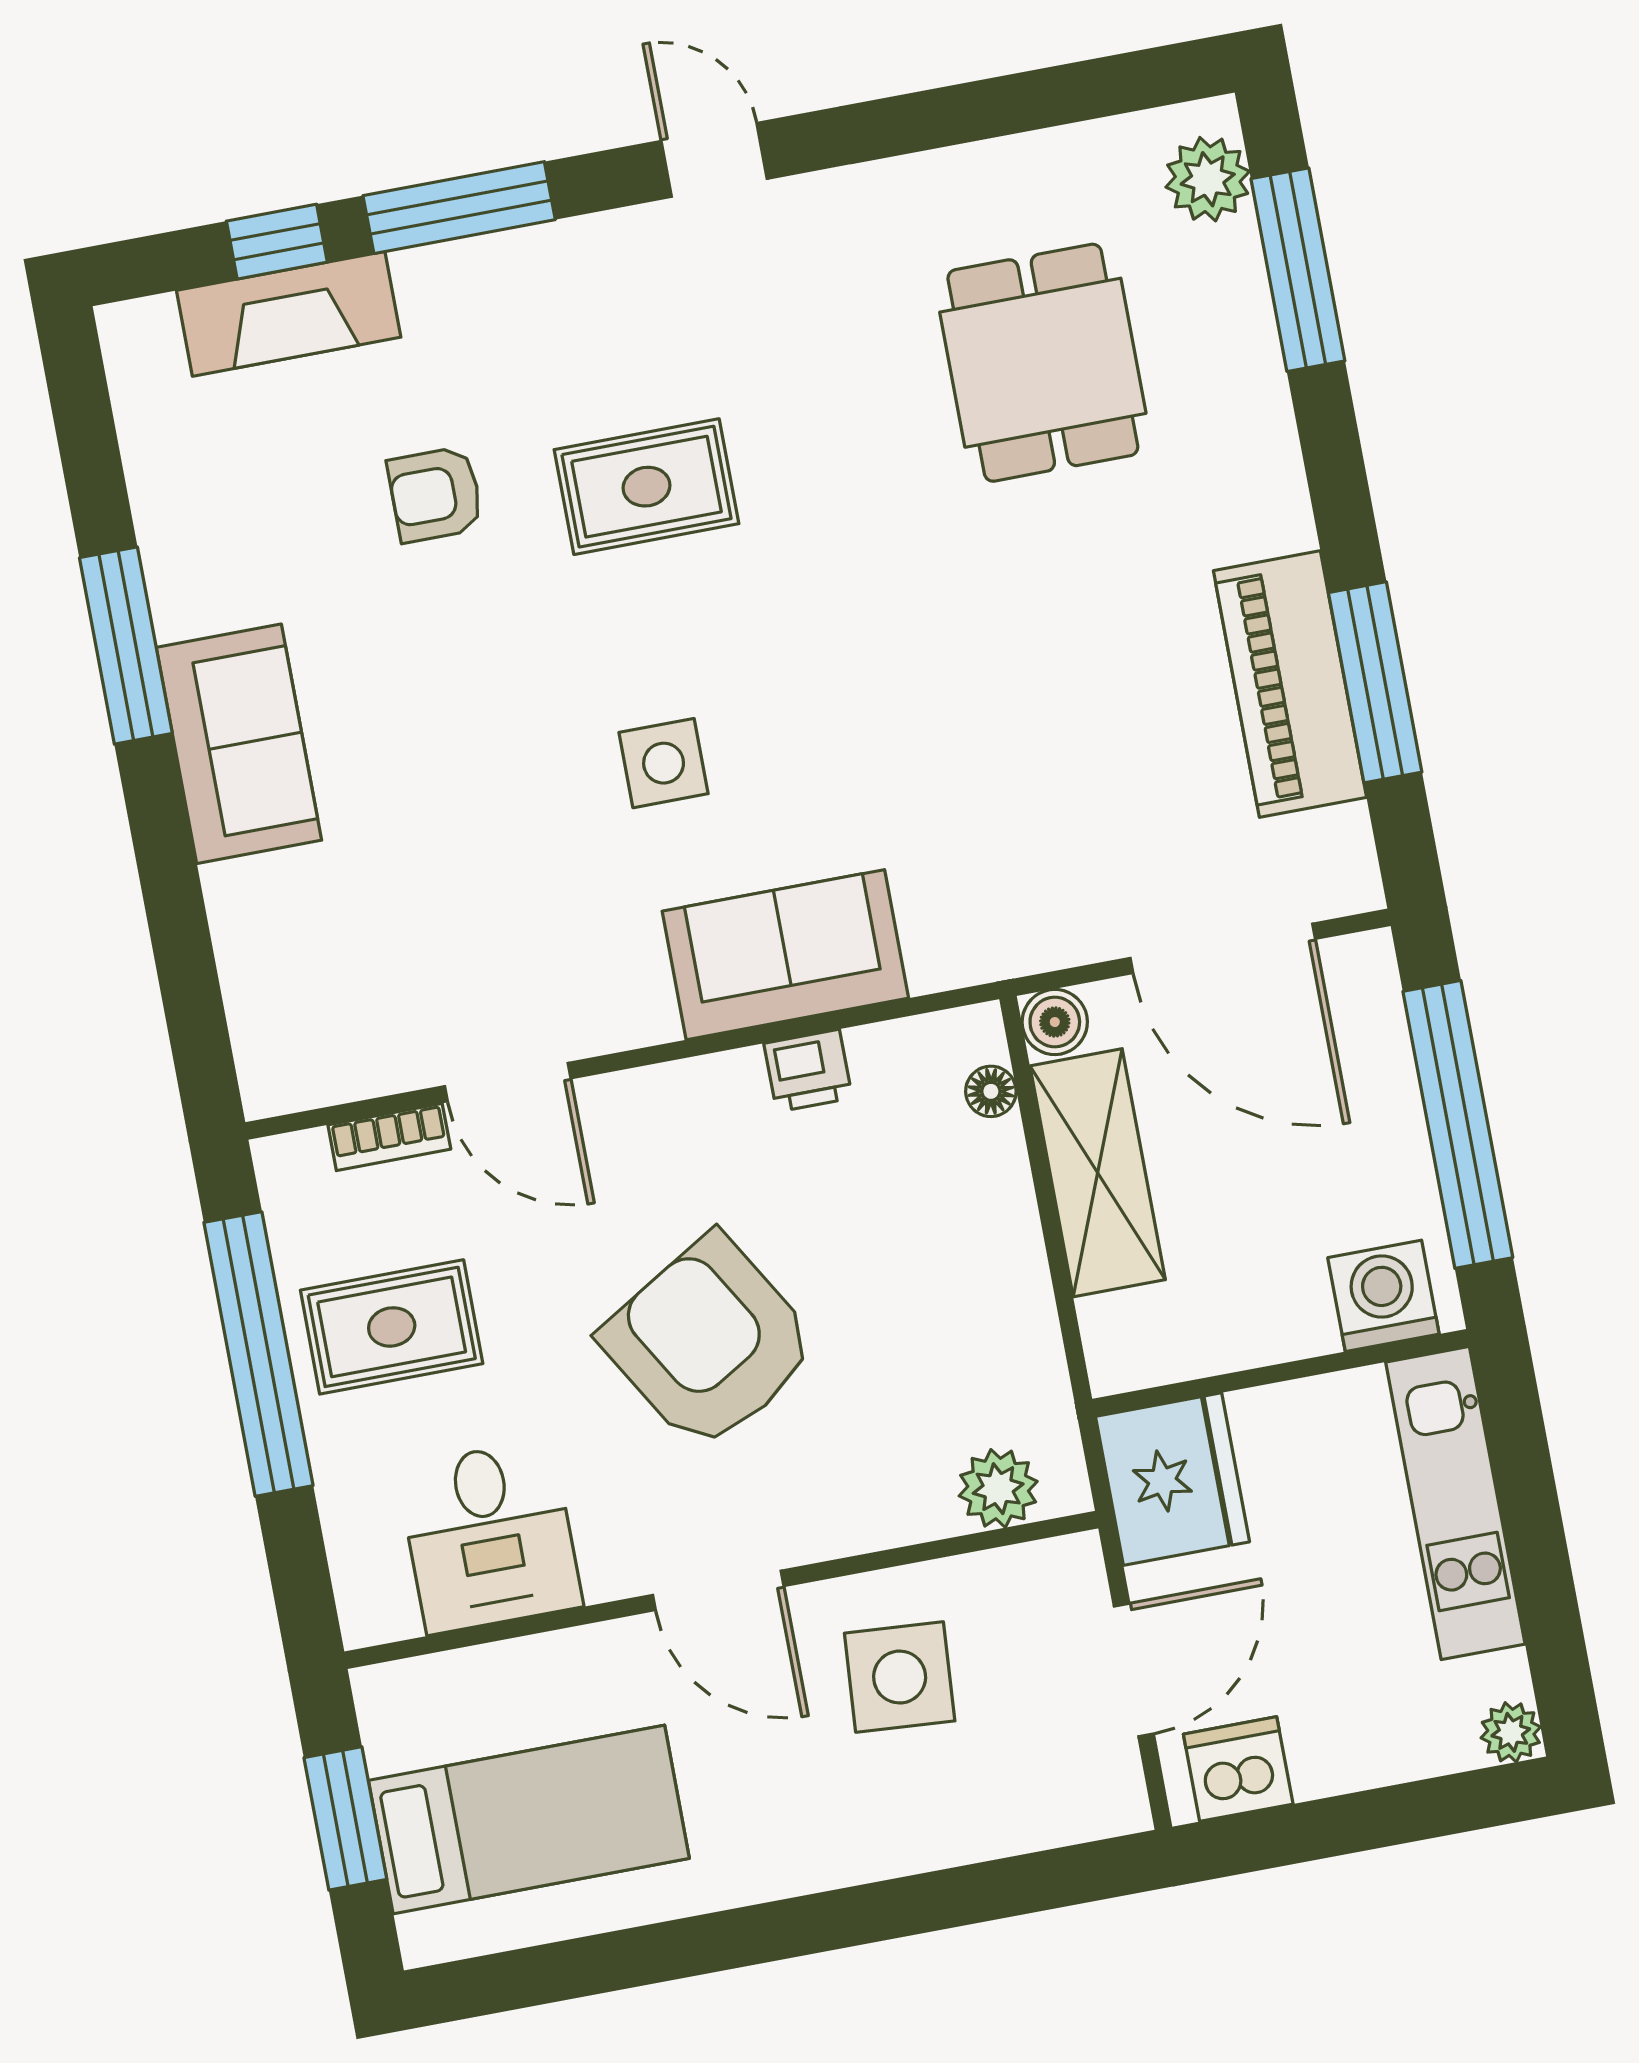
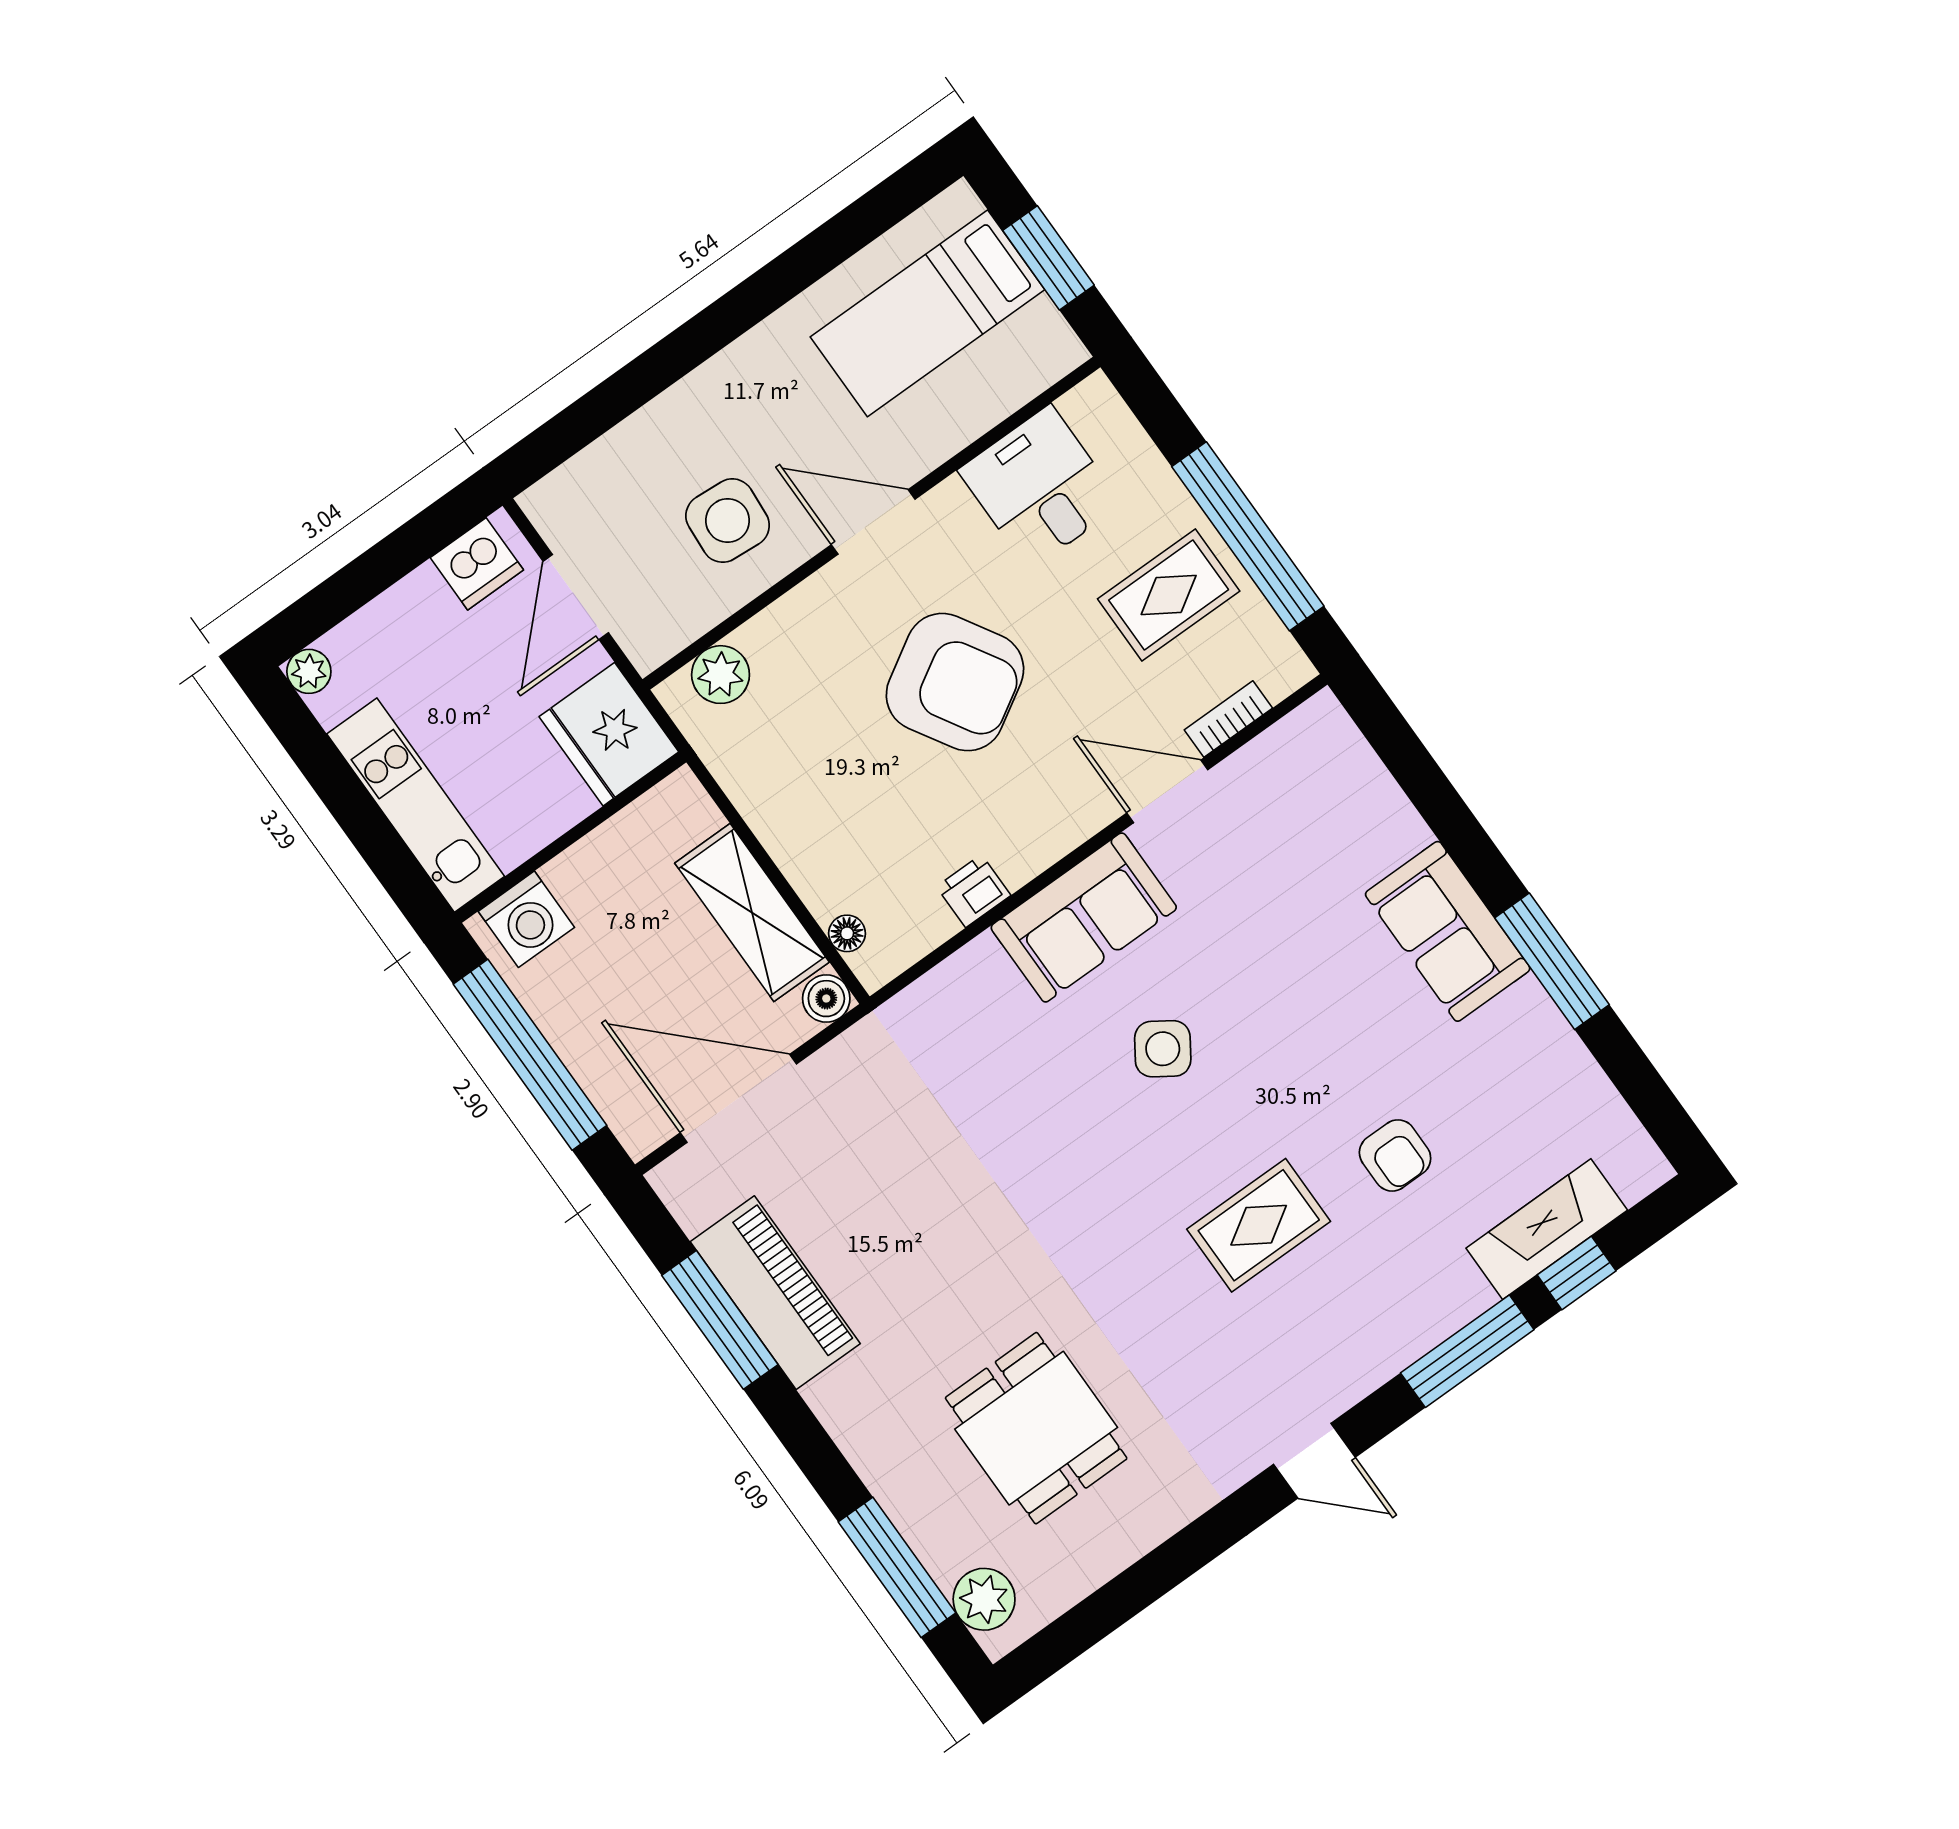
armchair: (435, 494) -> (1395, 1155), turned 90
side table: (664, 763) -> (1163, 1049), turned 34
sofa: (785, 955) -> (1084, 917), moved

